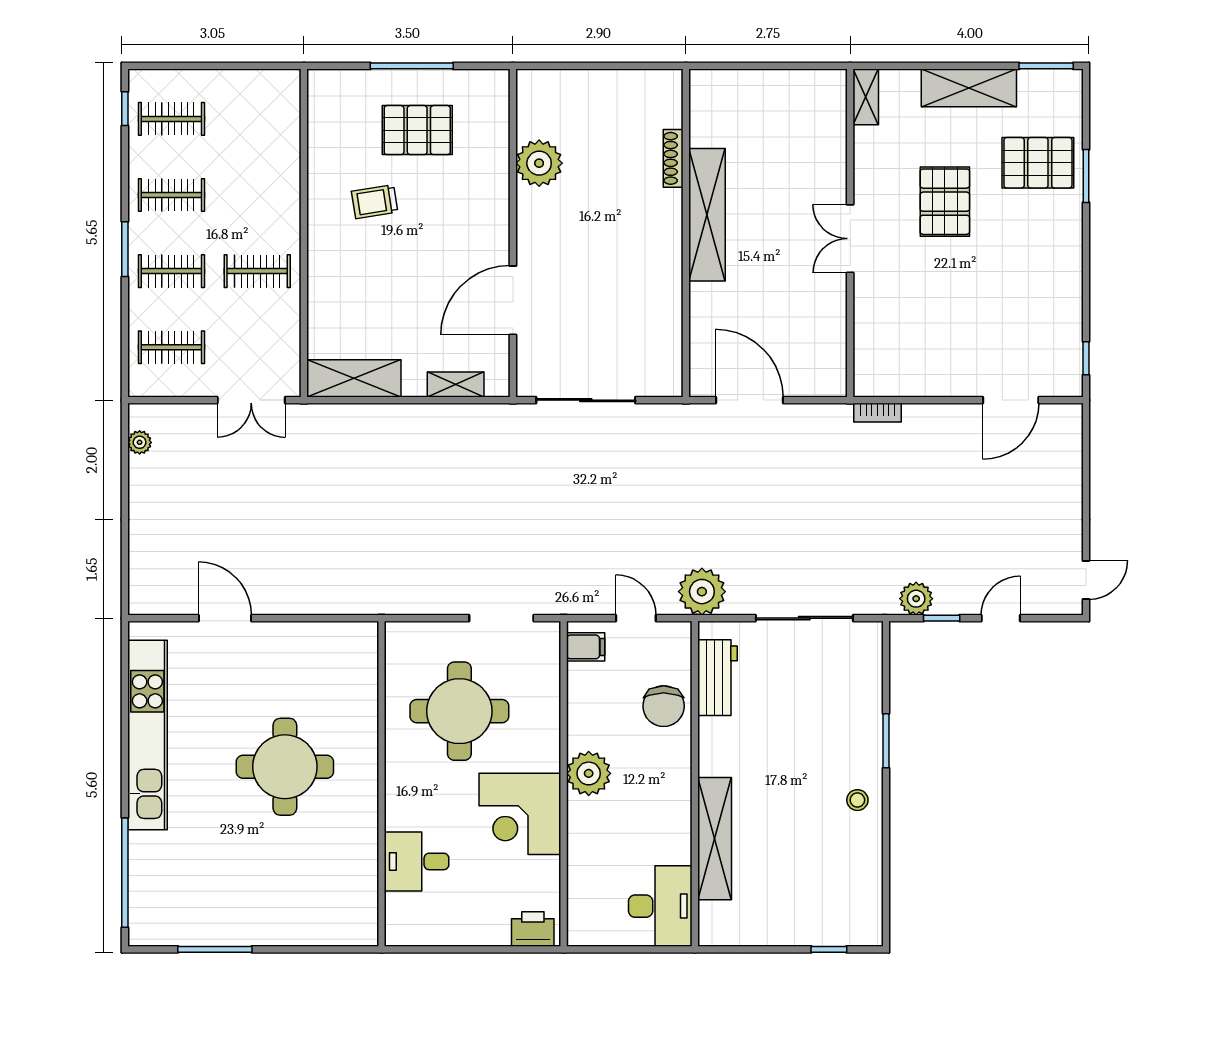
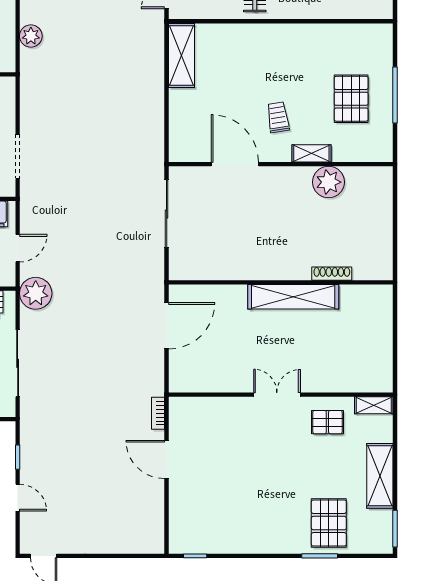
trolley: (375, 202) -> (278, 117), moved
pallet: (945, 202) -> (327, 422), moved, width x0.67, depth x0.71
shelving: (456, 384) -> (311, 153), moved, turned 90
door: (1011, 400) -> (167, 460), moved
plant: (916, 599) -> (31, 36), moved

